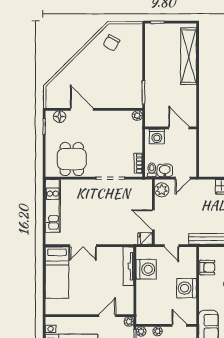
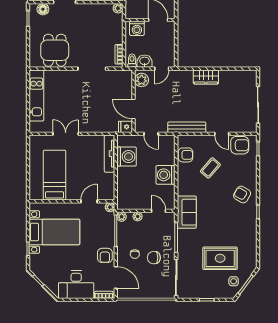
double door: (83, 246) -> (66, 134), swing flipped
bed: (57, 273) -> (55, 175), moved, turned 180

